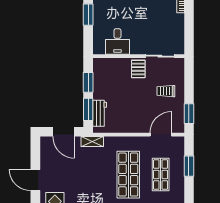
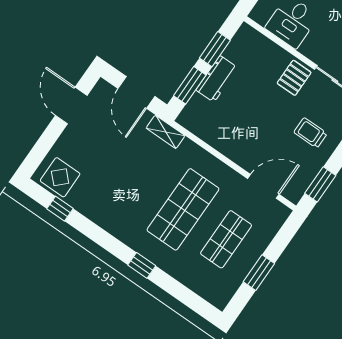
workbench: (100, 113) -> (217, 79), moved
window: (189, 166) -> (259, 273), moved
door: (35, 180) -> (71, 105), moved

